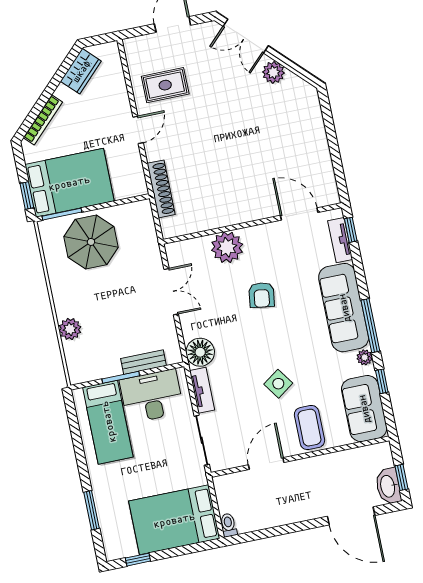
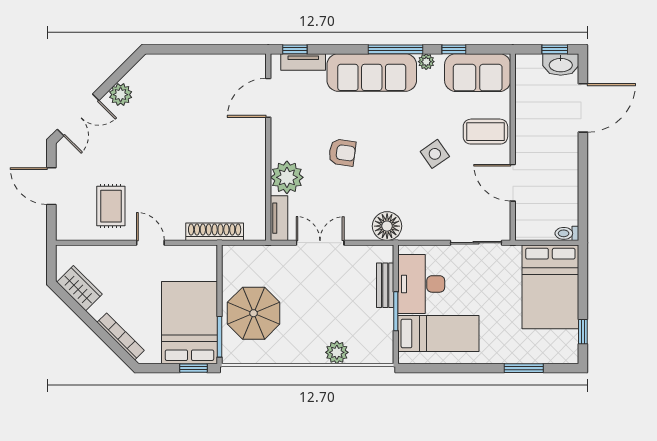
tv unit: (202, 390) -> (279, 218), moved, turned 90

